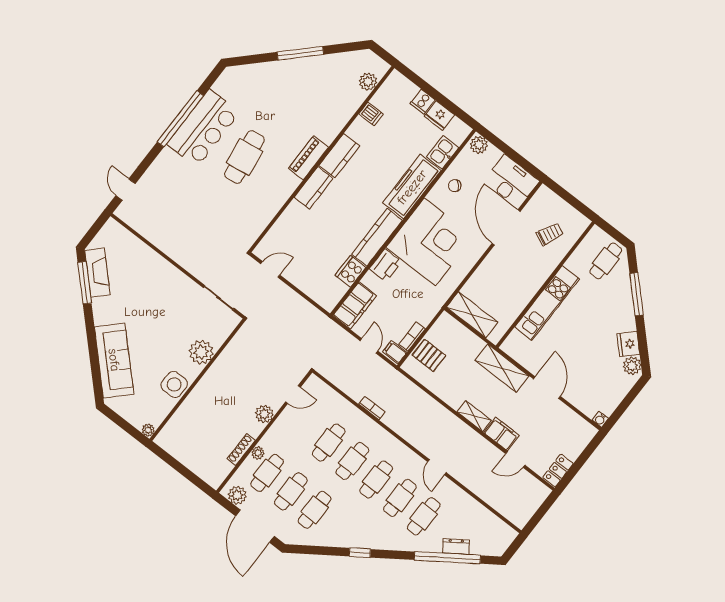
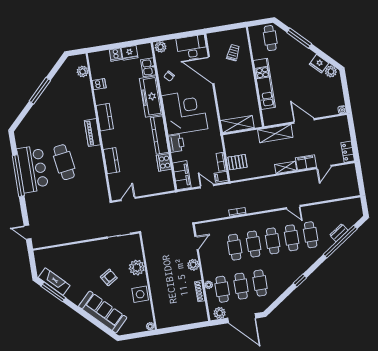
kitchen counter: (314, 188) -> (112, 161), moved
armchair: (160, 331) -> (109, 277), added

